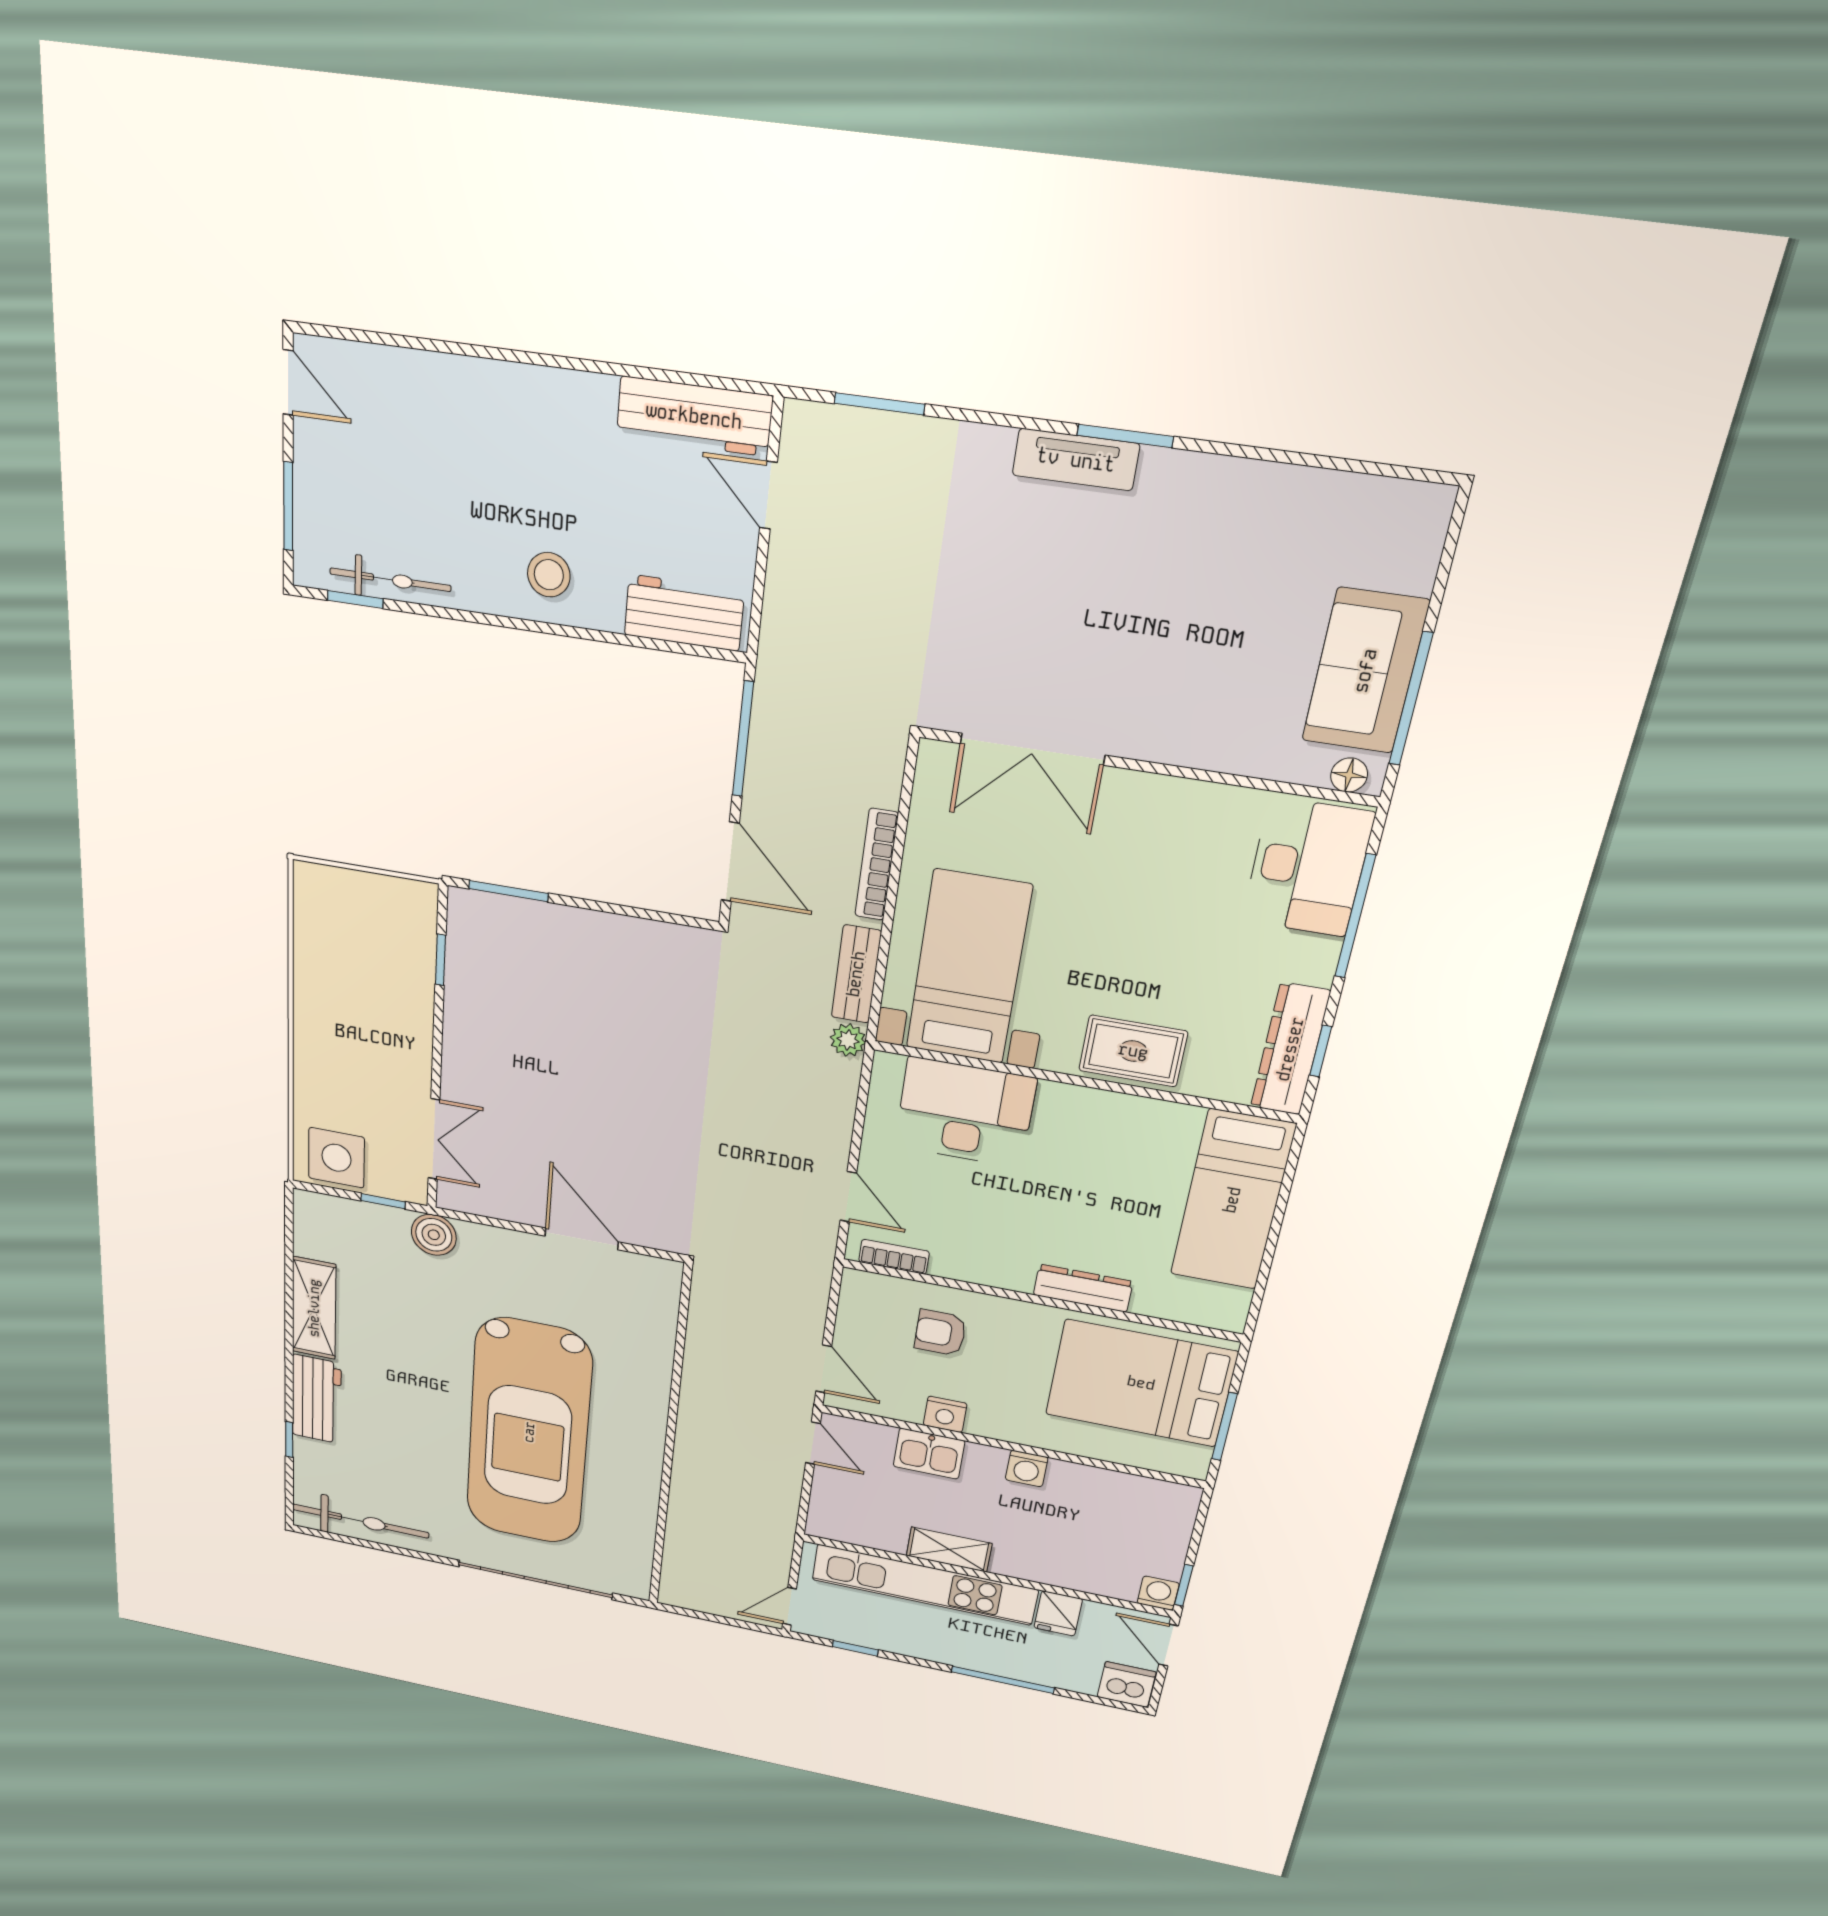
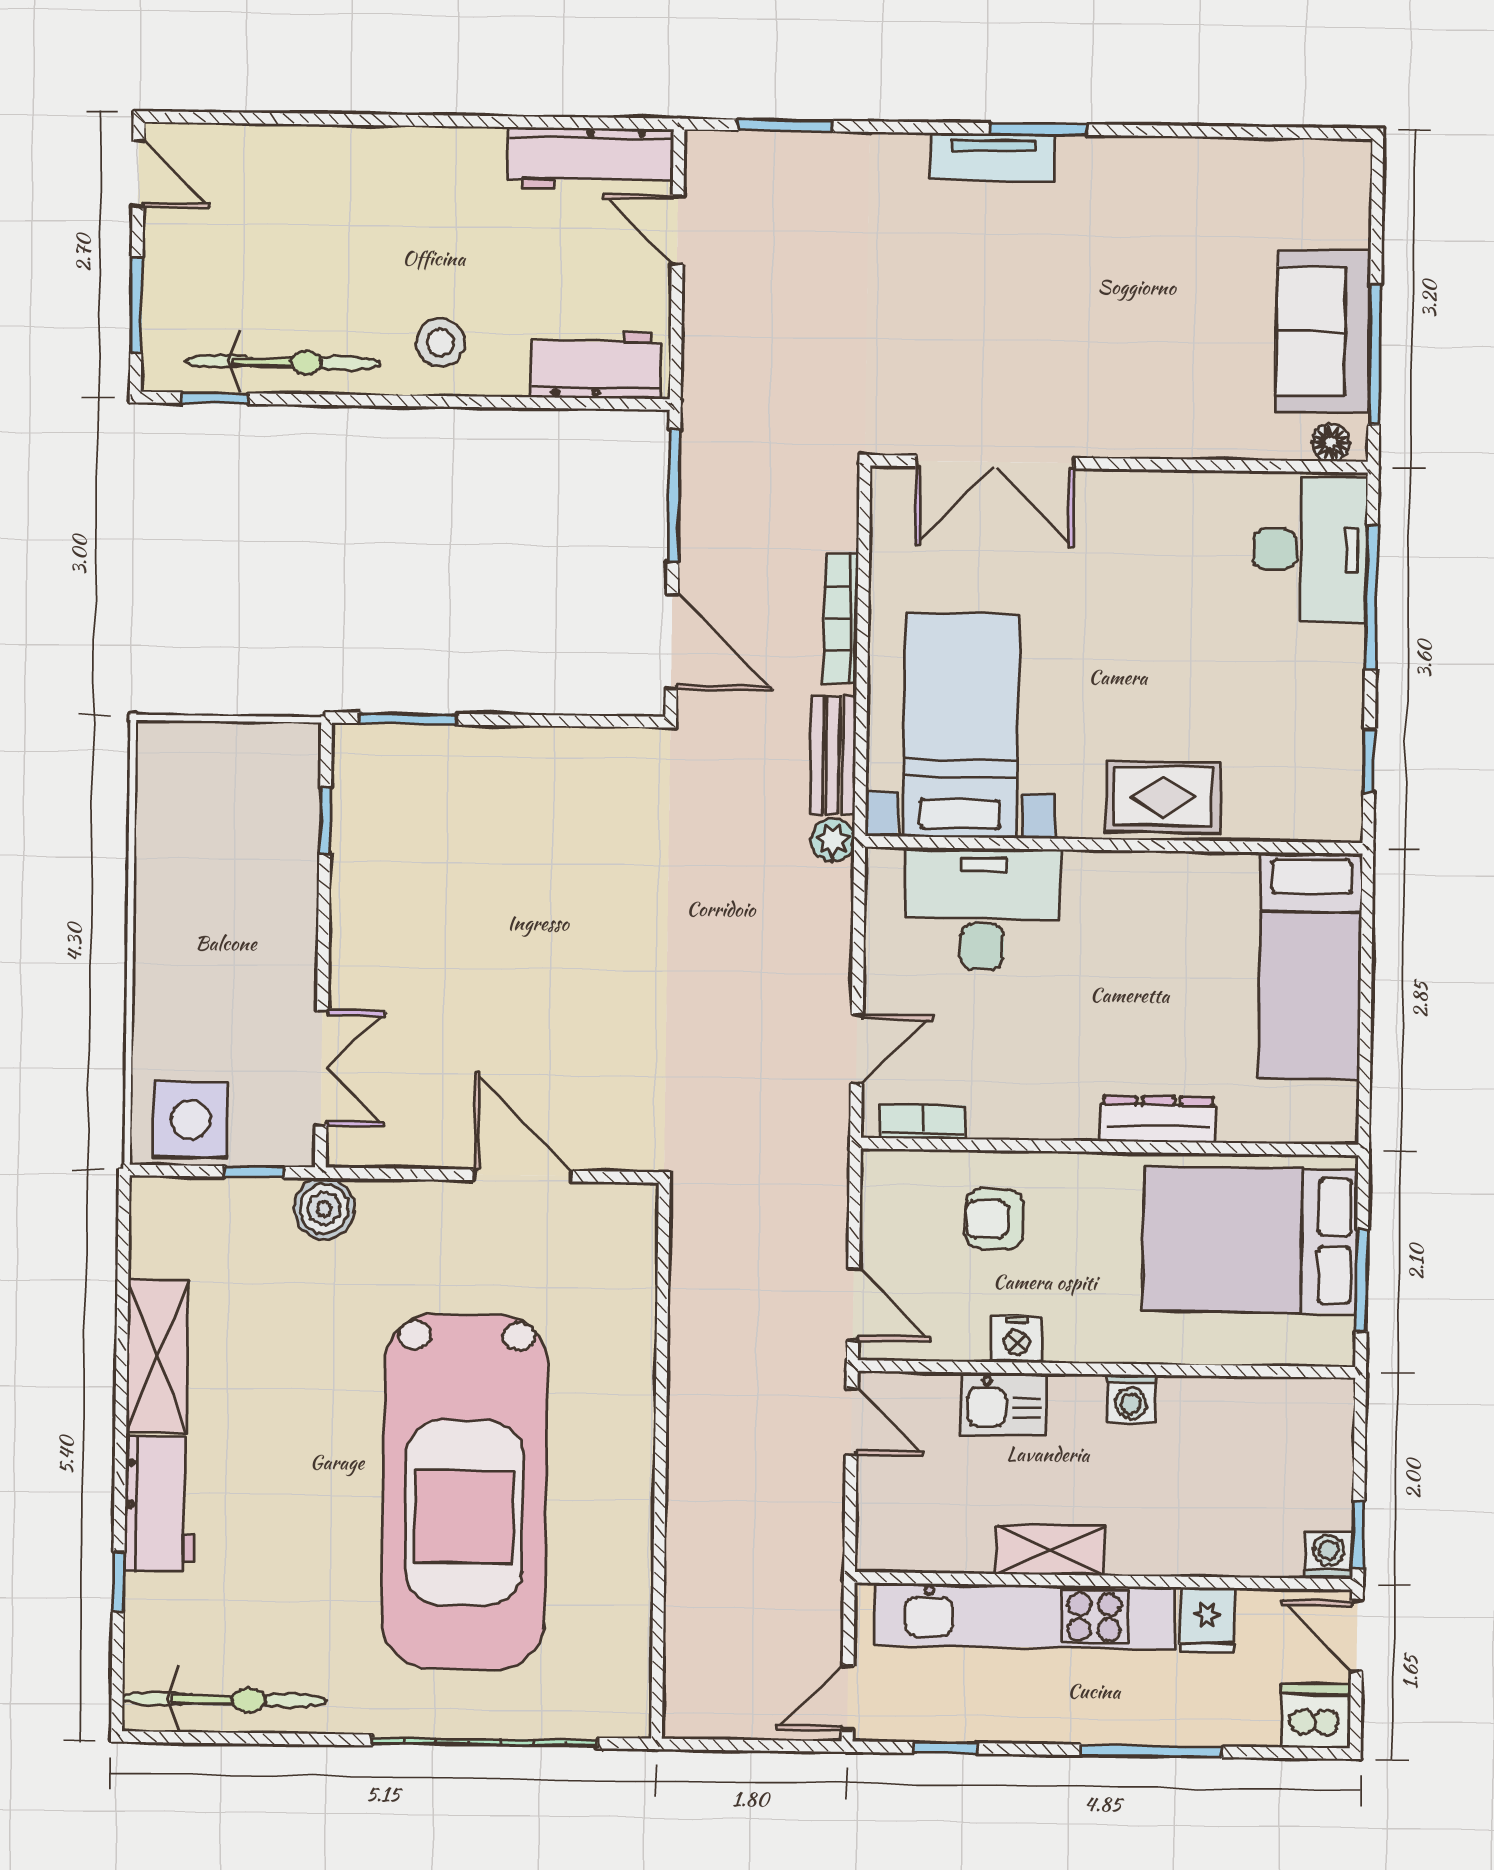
bicycle: (390, 580) -> (283, 362), width x1.37, depth x1.40
dresser: (1290, 1049) -> (1336, 764), removed
door: (848, 1197) -> (857, 1049), hinge flipped

